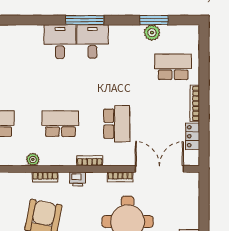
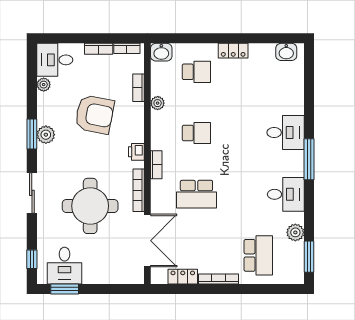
window: (154, 20) -> (309, 257), moved
desk: (93, 41) -> (286, 194), moved
school desk: (60, 124) -> (196, 133), width x0.54
bookcase: (45, 177) -> (139, 88), moved
bookcase: (120, 177) -> (139, 190), width x1.56

